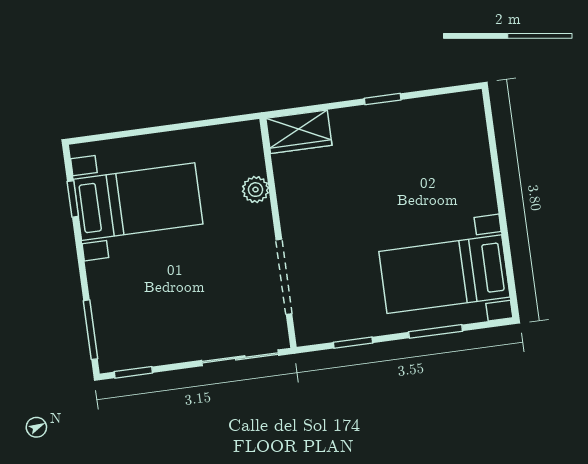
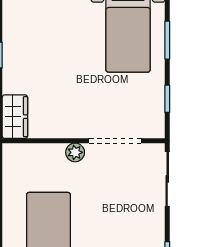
plant: (256, 190) -> (75, 152), moved

